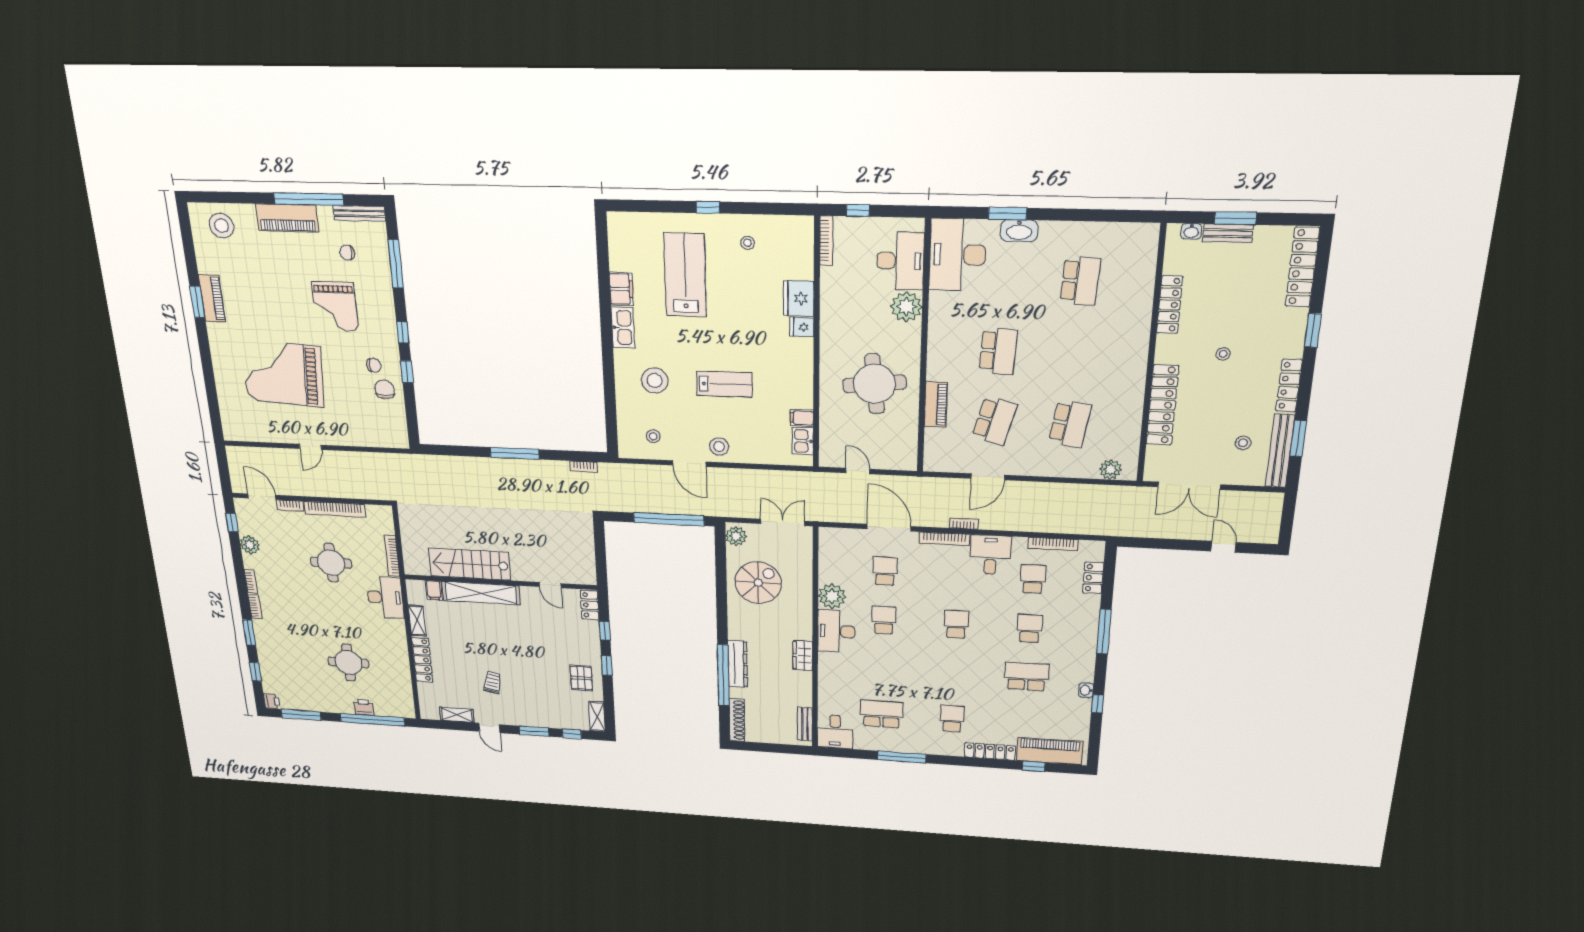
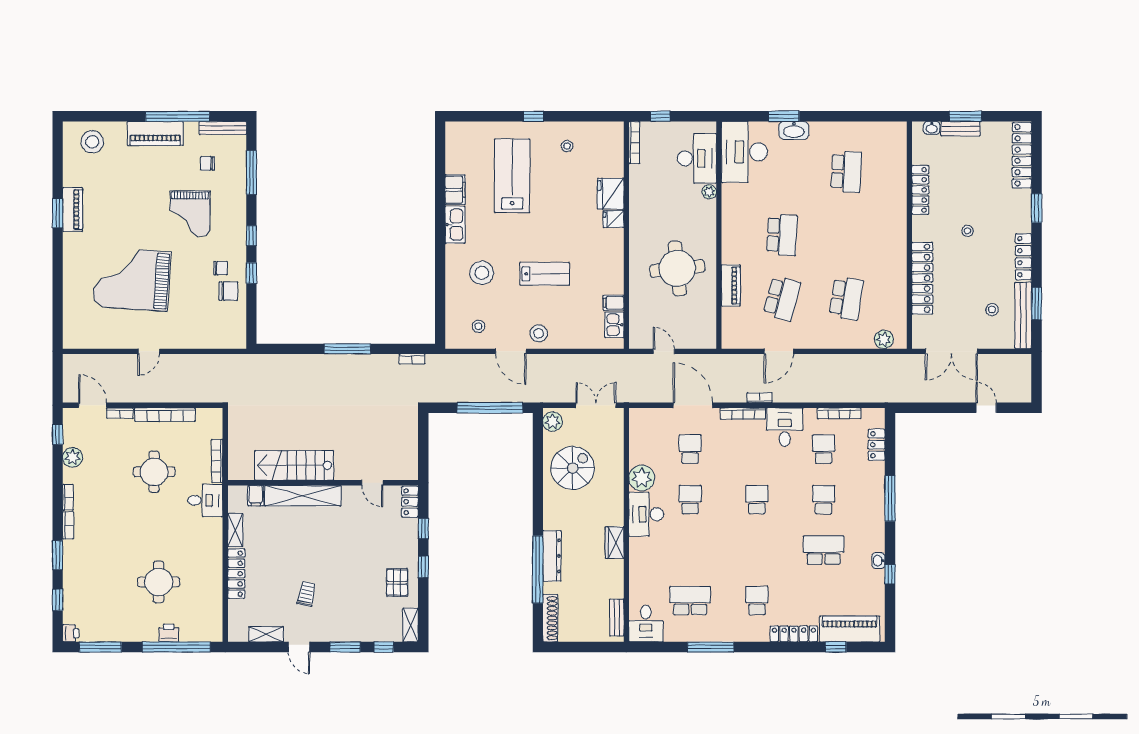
plant: (906, 307) -> (709, 192), width x0.53, depth x0.53
chair: (385, 389) -> (228, 291), turned 90
desk: (385, 597) -> (205, 500), width x0.73

